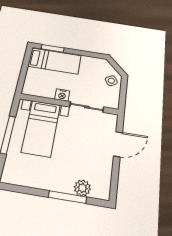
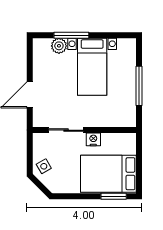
bed: (55, 61) -> (108, 174), width x1.50
bed with nightstands: (41, 128) -> (92, 67), moved, turned 180

